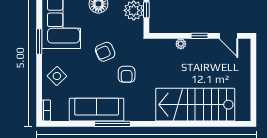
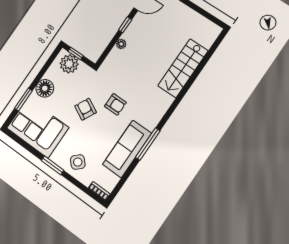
window: (39, 41) -> (53, 165), moved
armchair: (105, 52) -> (86, 109), turned 141
stairs: (195, 105) -> (183, 68), width x0.73, depth x0.66

